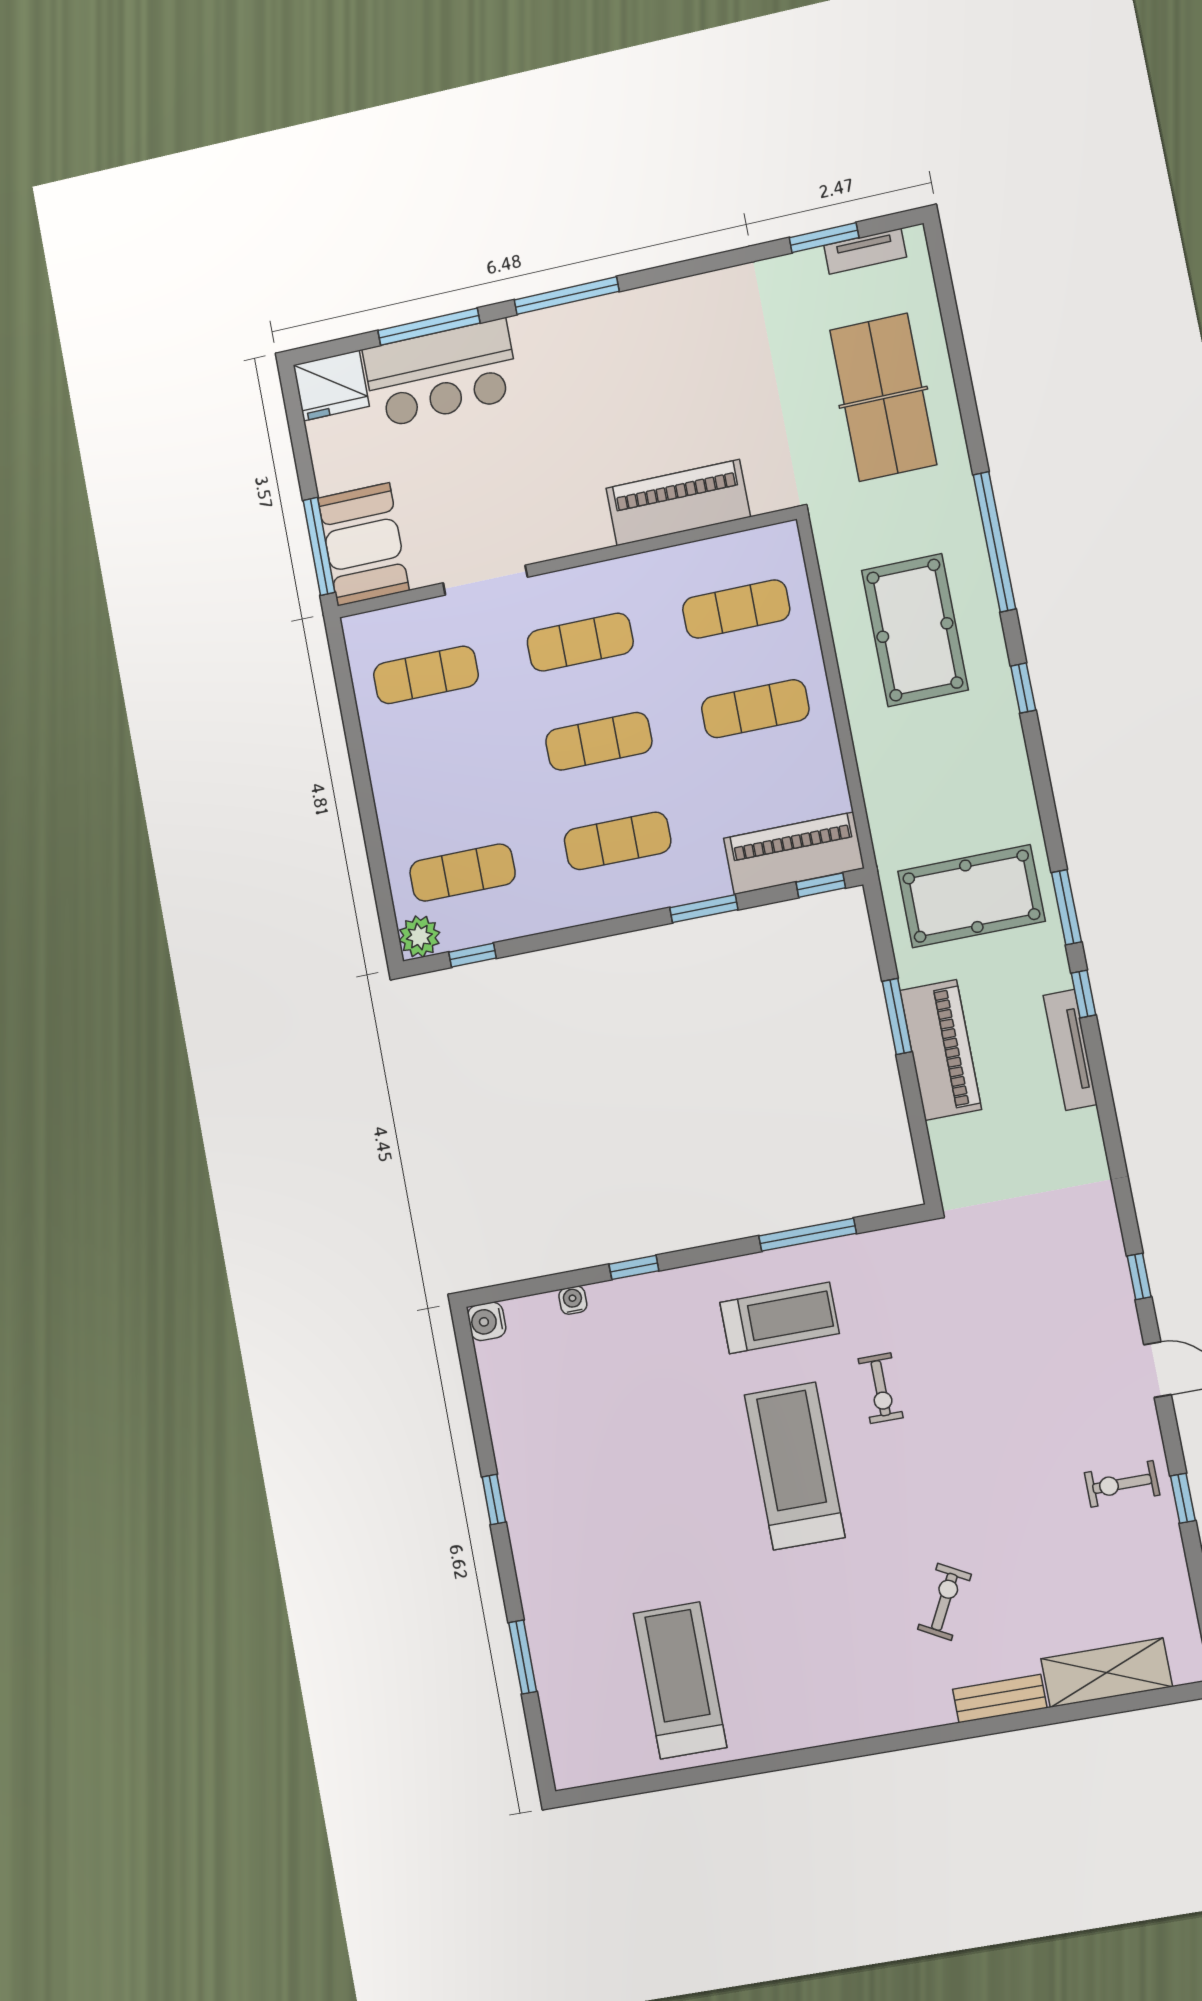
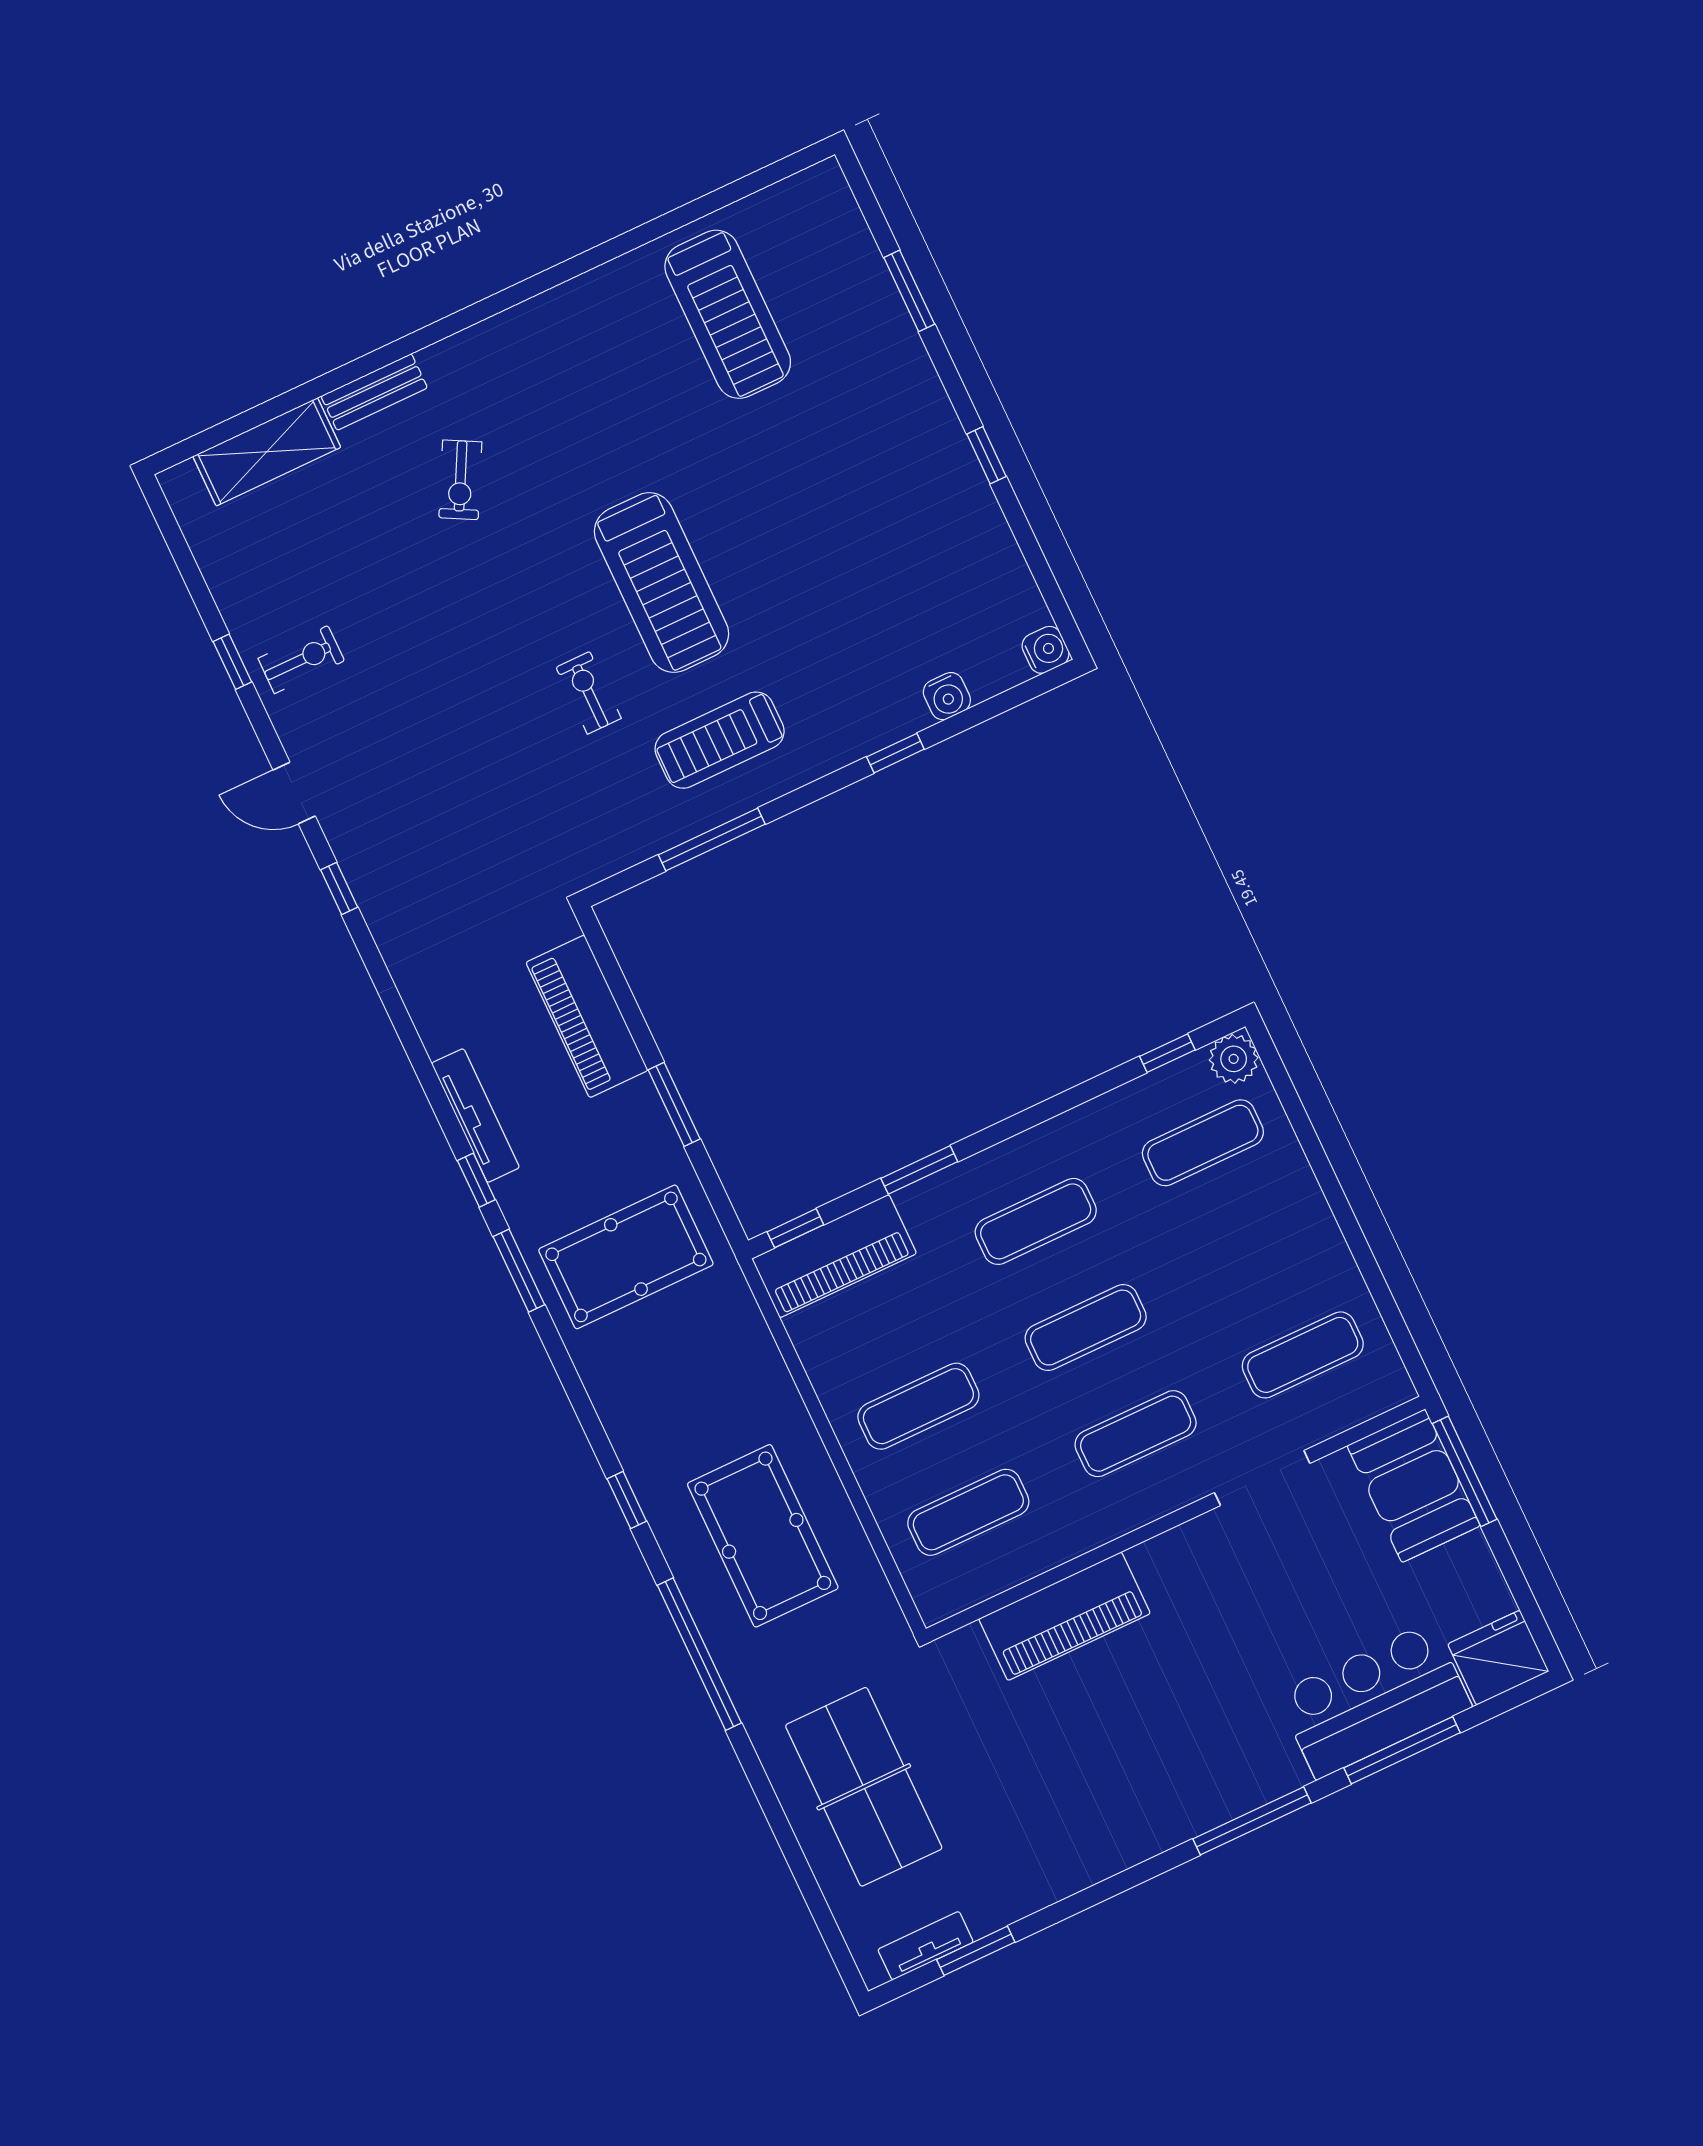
piano: (941, 1050) -> (587, 1016), moved
water cooler: (573, 1300) -> (947, 696), width x1.38, depth x1.38

